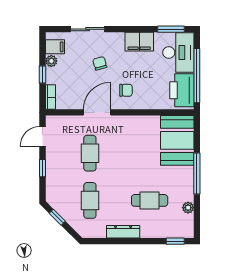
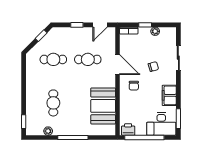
filing cabinet: (55, 47) -> (165, 34), removed
printer: (182, 90) -> (128, 129), width x0.53, depth x0.68
door: (43, 136) -> (100, 25), swing flipped
booth: (177, 140) -> (103, 106), moved, turned 90
dresser: (123, 232) -> (30, 84), removed

